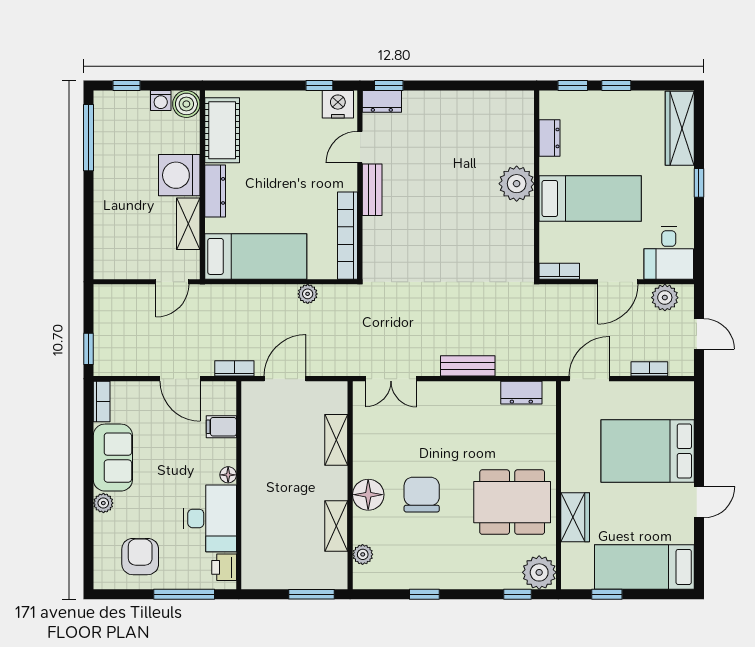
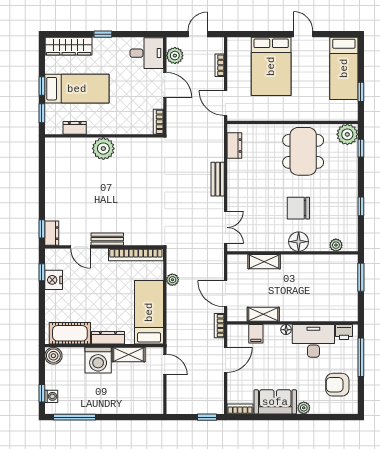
washing machine: (161, 101) -> (51, 396), moved
nightstand: (338, 104) -> (54, 280), moved
bed: (590, 198) -> (77, 89), moved, turned 90
wardrobe: (575, 517) -> (313, 112), removed
shelving: (336, 526) -> (263, 314), moved

